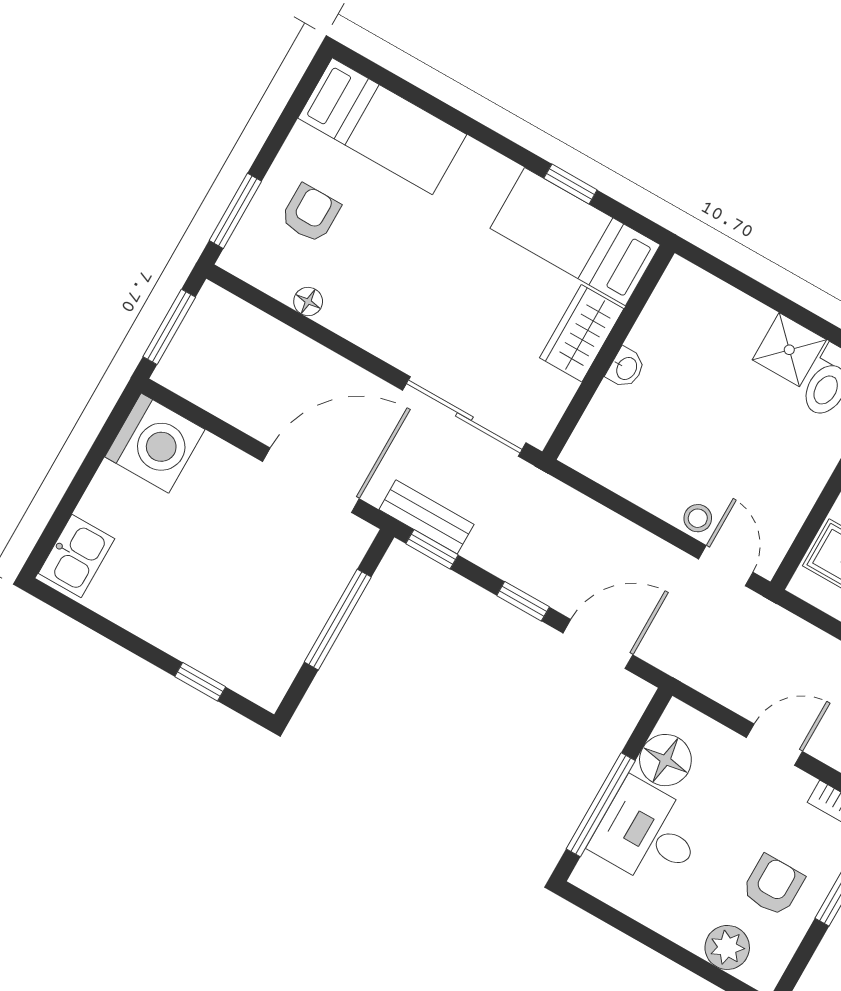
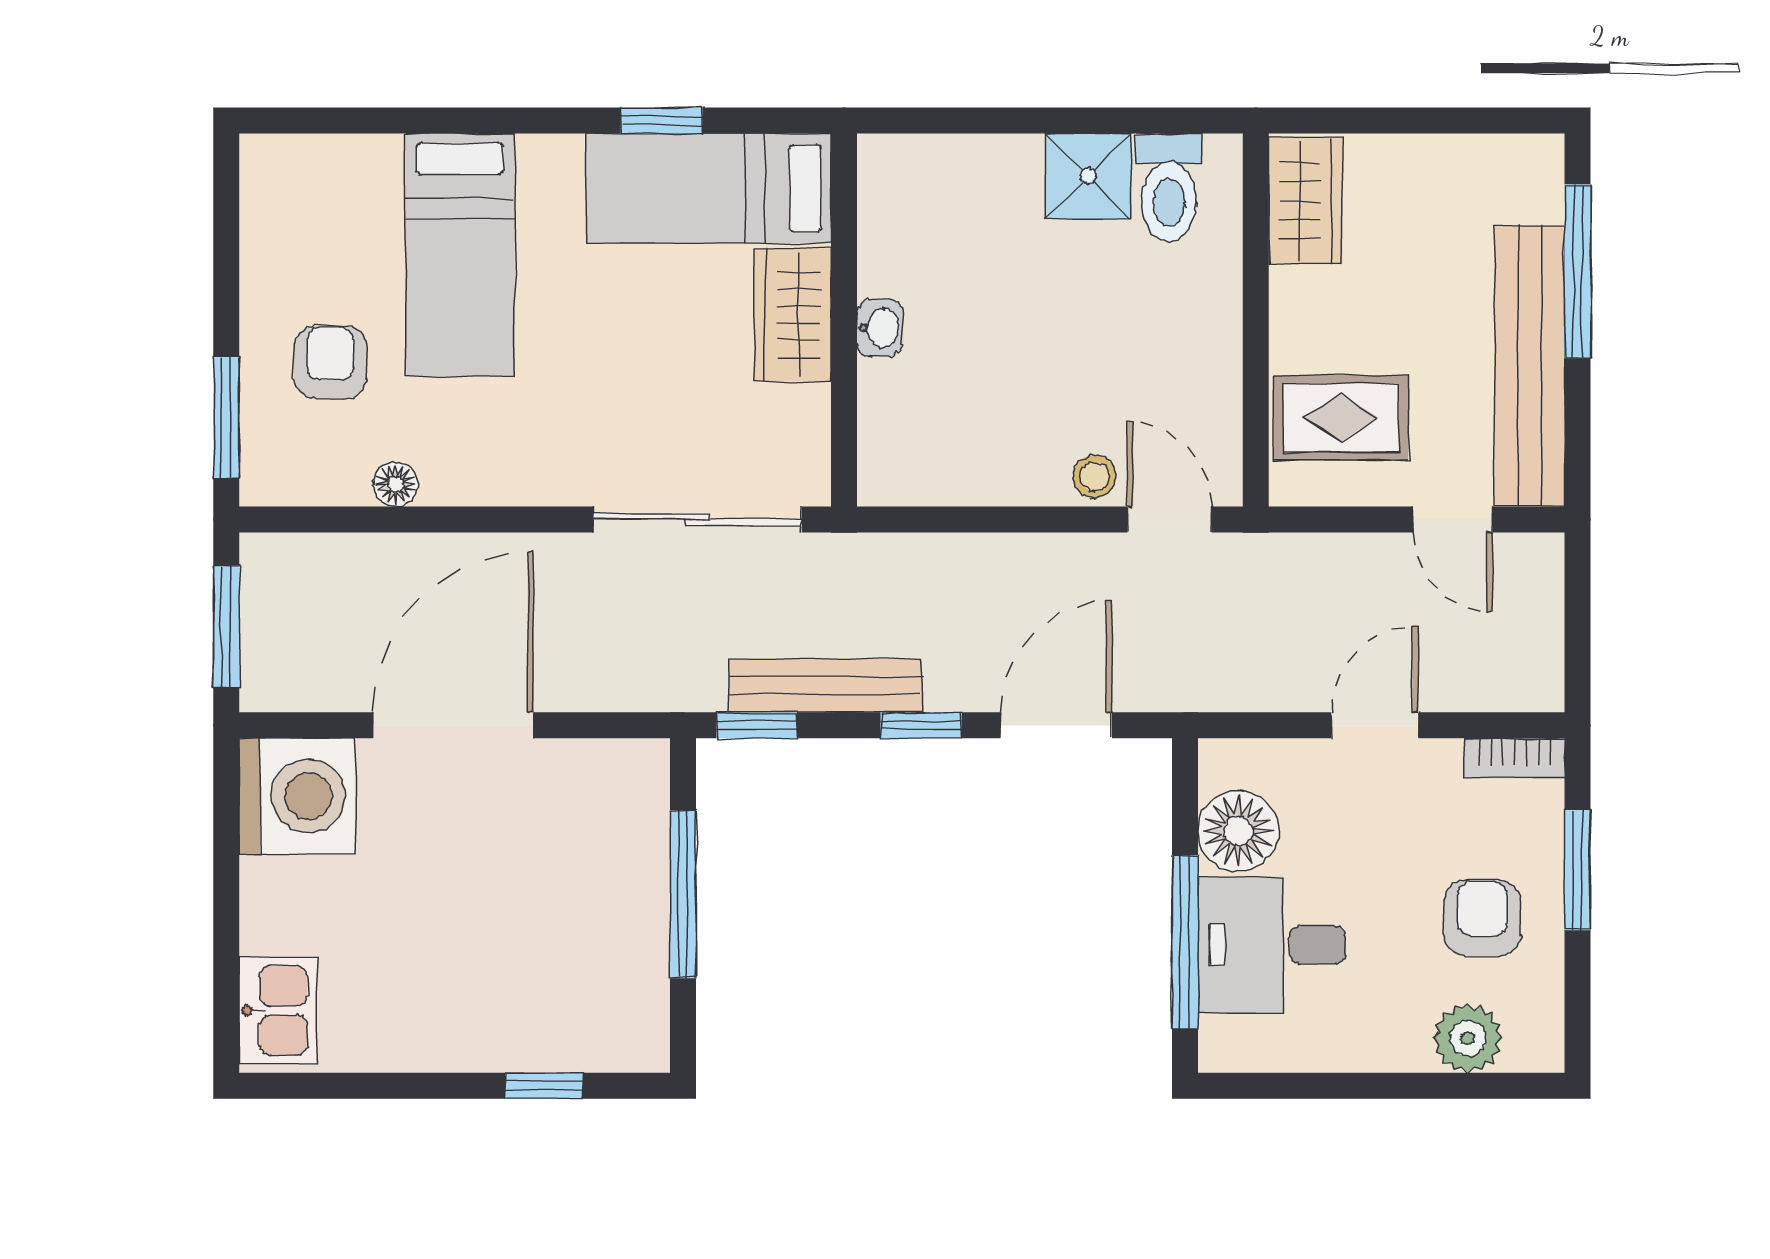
bed: (382, 126) -> (460, 255), moved, turned 90
door: (311, 480) -> (453, 725), moved
bench: (427, 517) -> (826, 686), moved, width x1.36

